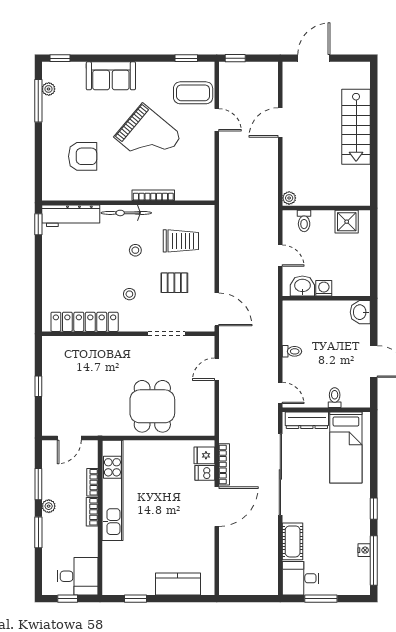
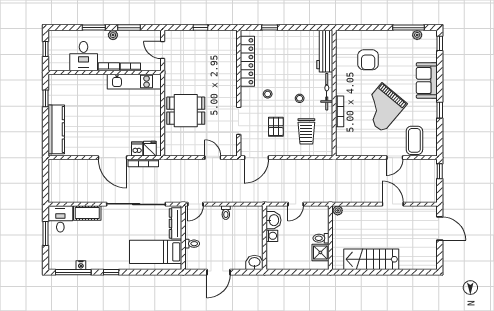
window: (186, 58) -> (440, 110), moved
stairs: (356, 127) -> (371, 259), moved
toilet: (304, 221) -> (321, 238), moved
window: (38, 224) -> (270, 28), moved
kitchen unit: (112, 490) -> (134, 82), width x0.73
desk: (77, 576) -> (84, 56), moved
kitchen counter: (178, 584) -> (56, 129), width x1.50

